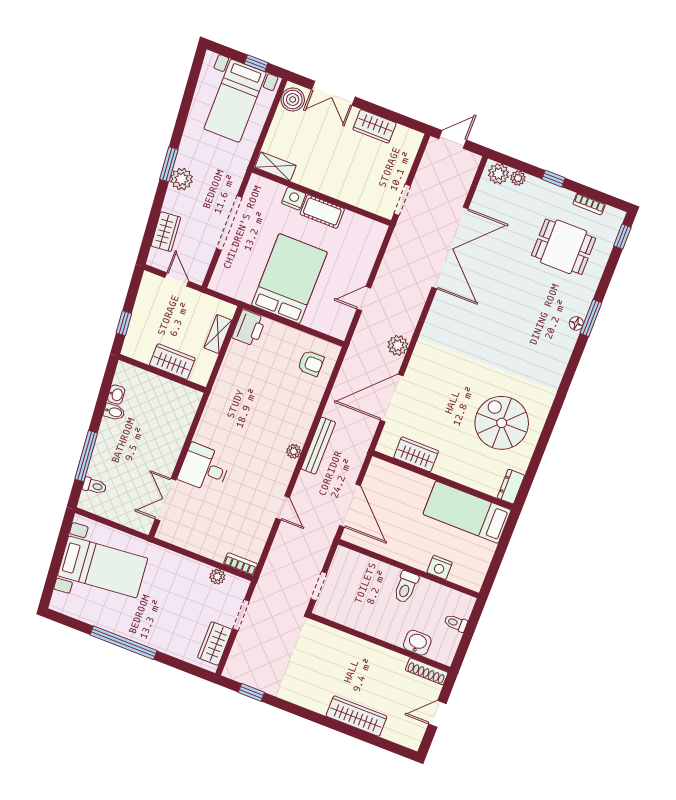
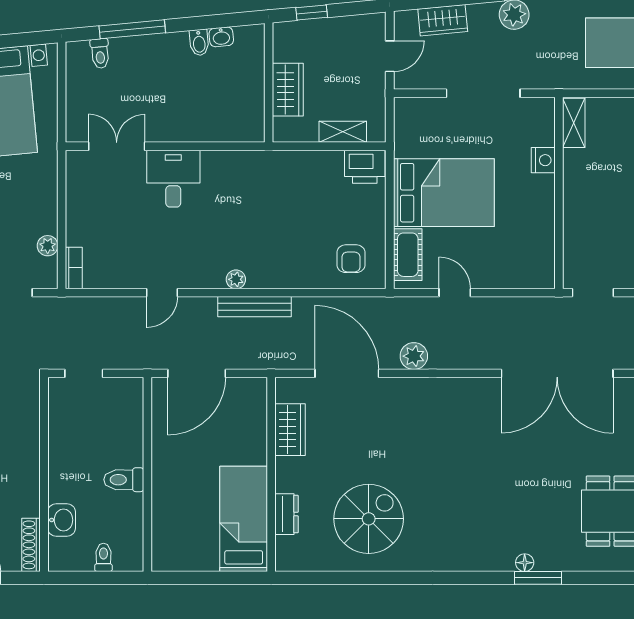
cot: (322, 212) -> (408, 255), moved
dresser: (511, 487) -> (286, 514), moved, turned 90
nightstand: (440, 567) -> (164, 512), removed

